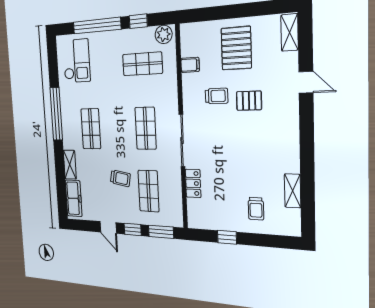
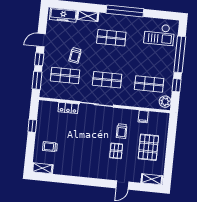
pallet: (236, 48) -> (148, 147), turned 90
shop shelf: (142, 64) -> (149, 84), turned 90
shelving: (293, 191) -> (42, 168), moved

